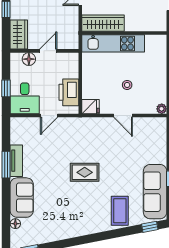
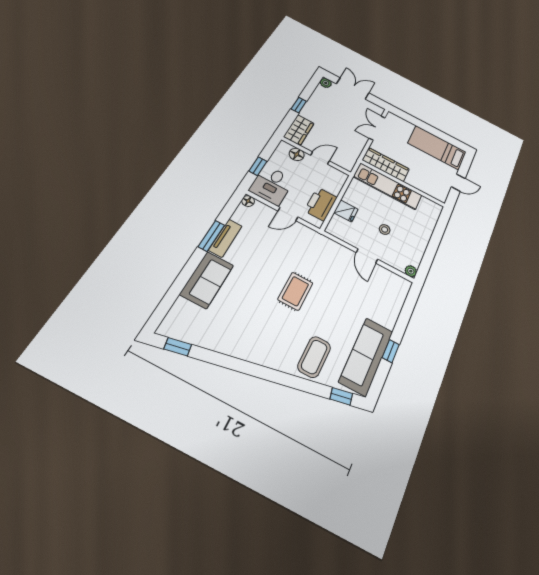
fridge: (90, 107) -> (346, 211), moved
rug: (85, 172) -> (295, 291), turned 90
floor lamp: (15, 224) -> (248, 201), moved

